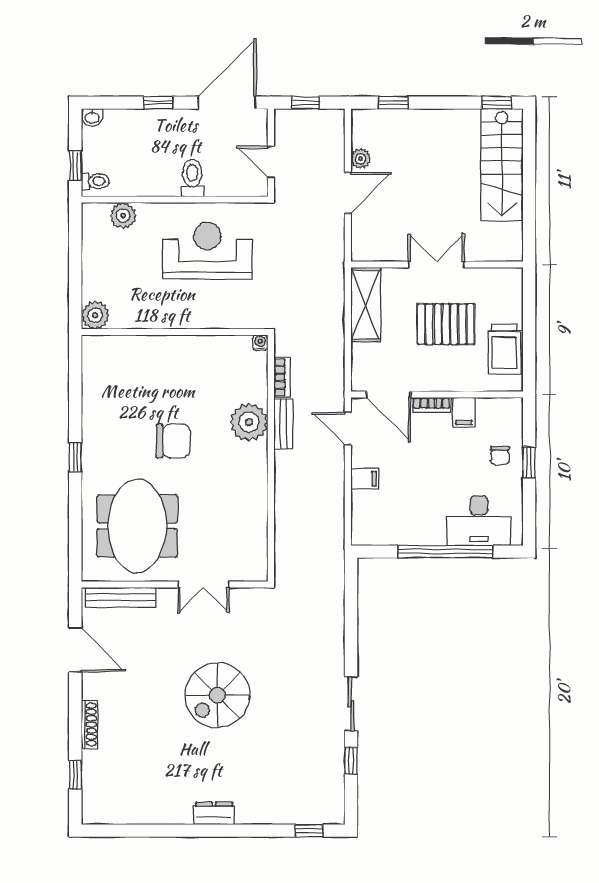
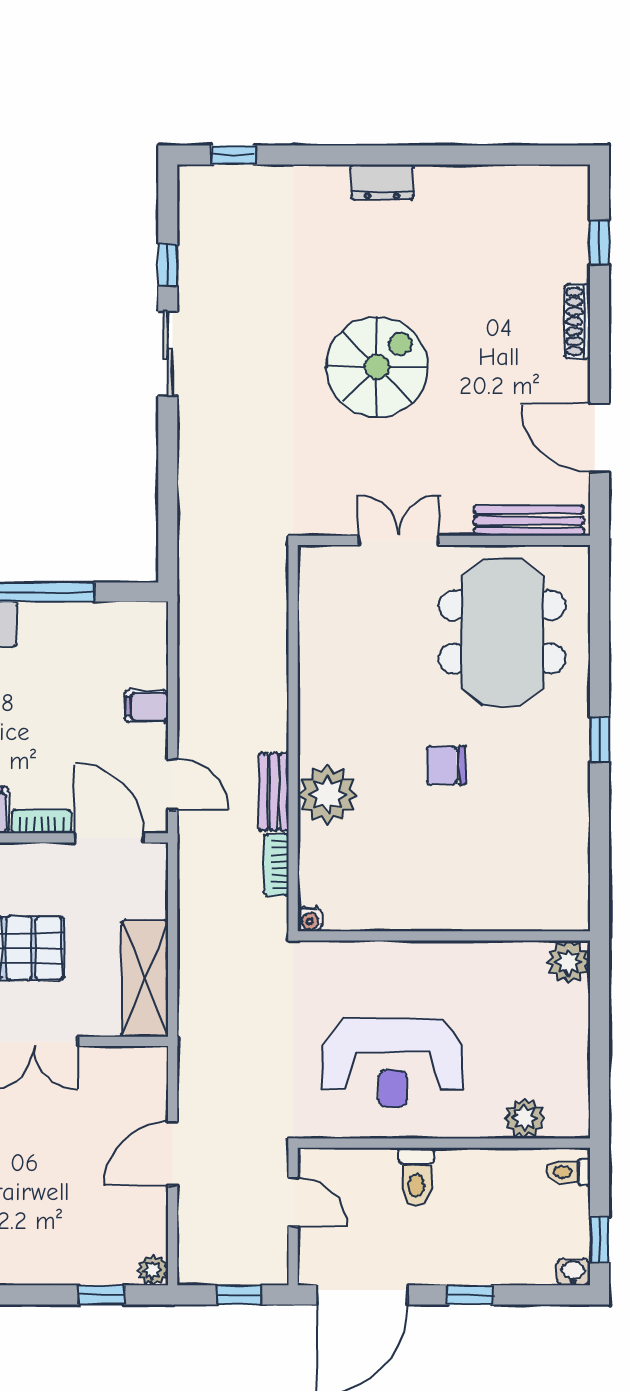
plant: (361, 159) -> (153, 1270), moved
window: (75, 166) -> (599, 1239), moved
chair: (173, 441) -> (446, 765), width x0.73, depth x0.73

